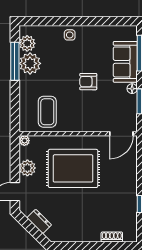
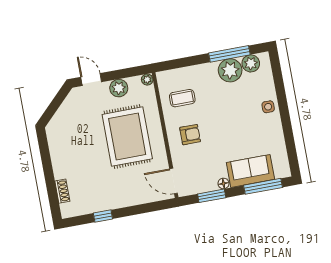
armchair: (88, 82) -> (190, 135), moved, turned 90
coffee table: (47, 112) -> (182, 98), width x0.73, depth x0.77
dresser: (39, 221) -> (64, 111), removed

